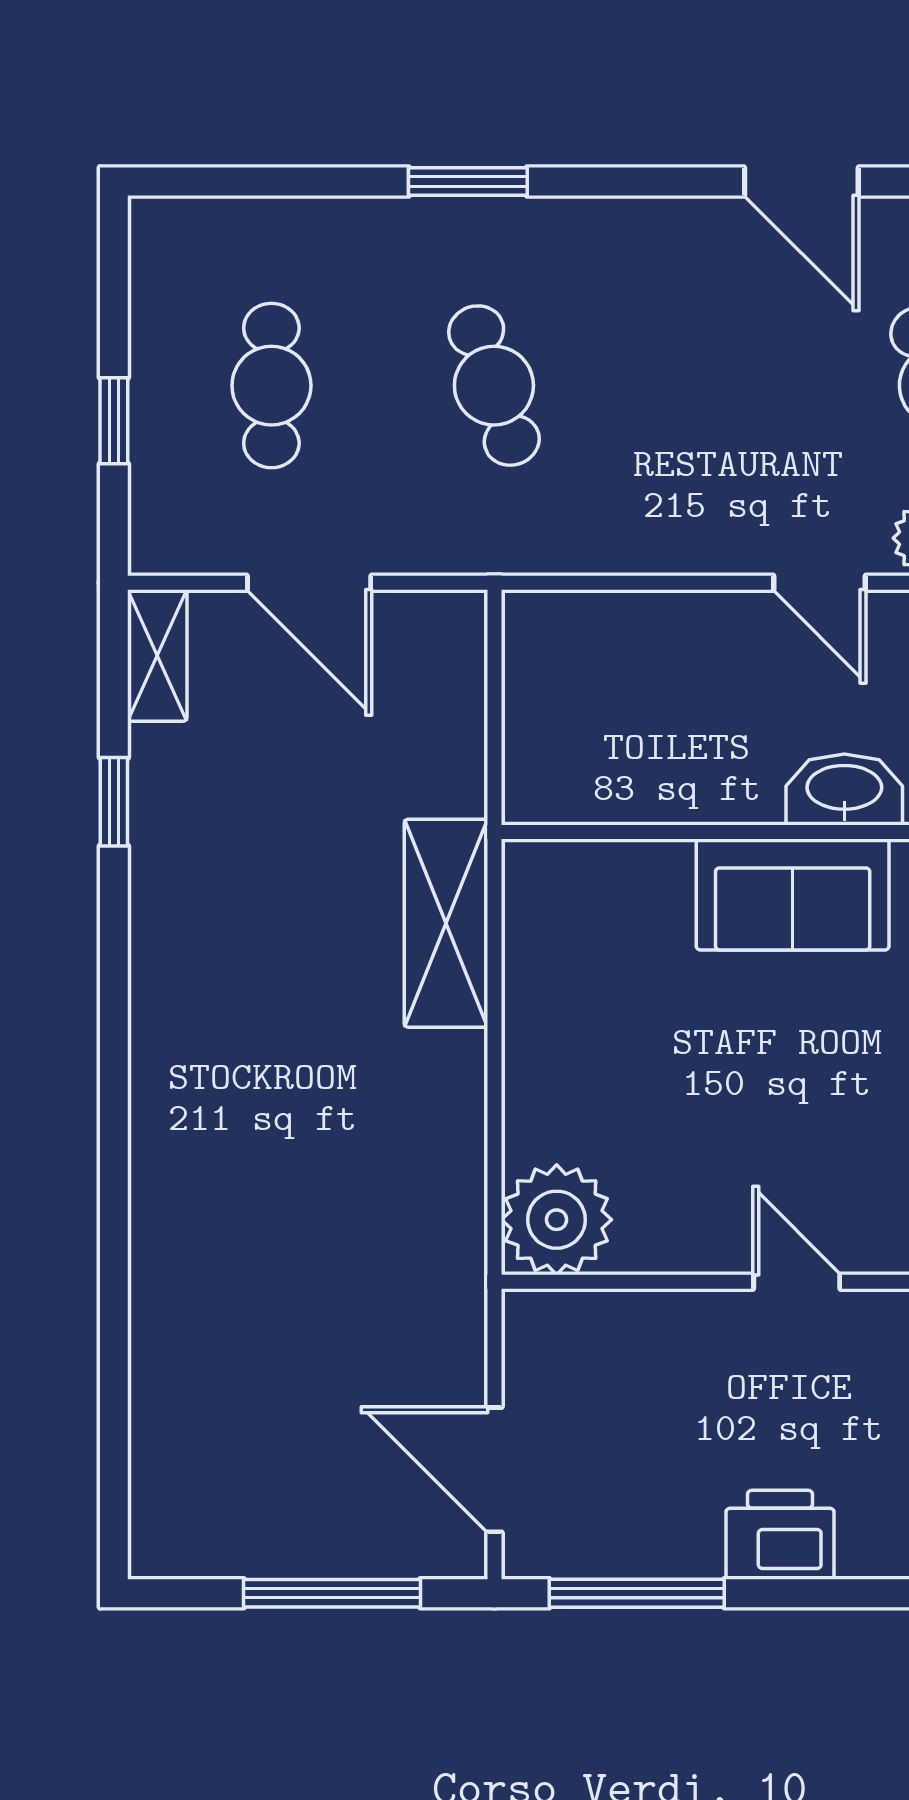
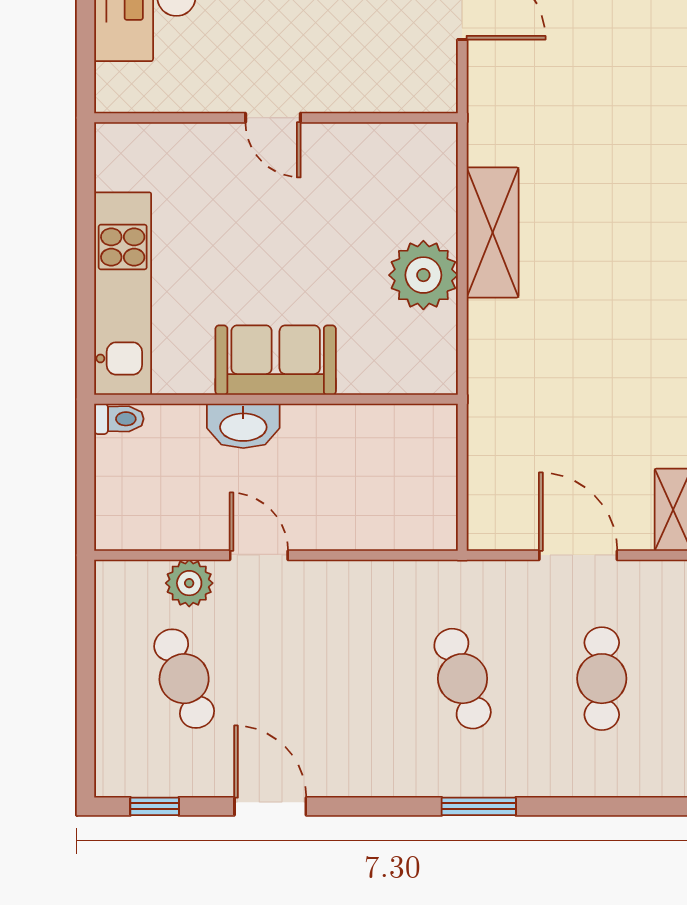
shelving: (446, 923) -> (493, 233), moved
plant: (557, 1220) -> (423, 275), moved

